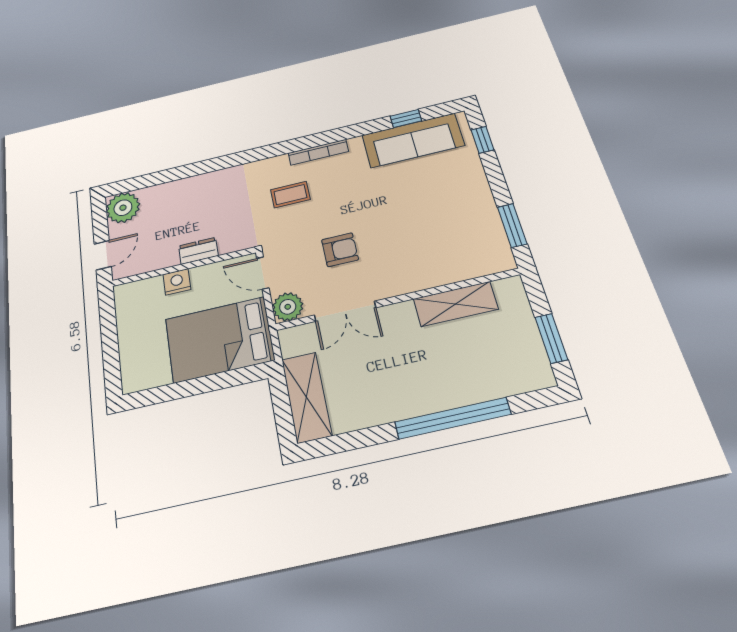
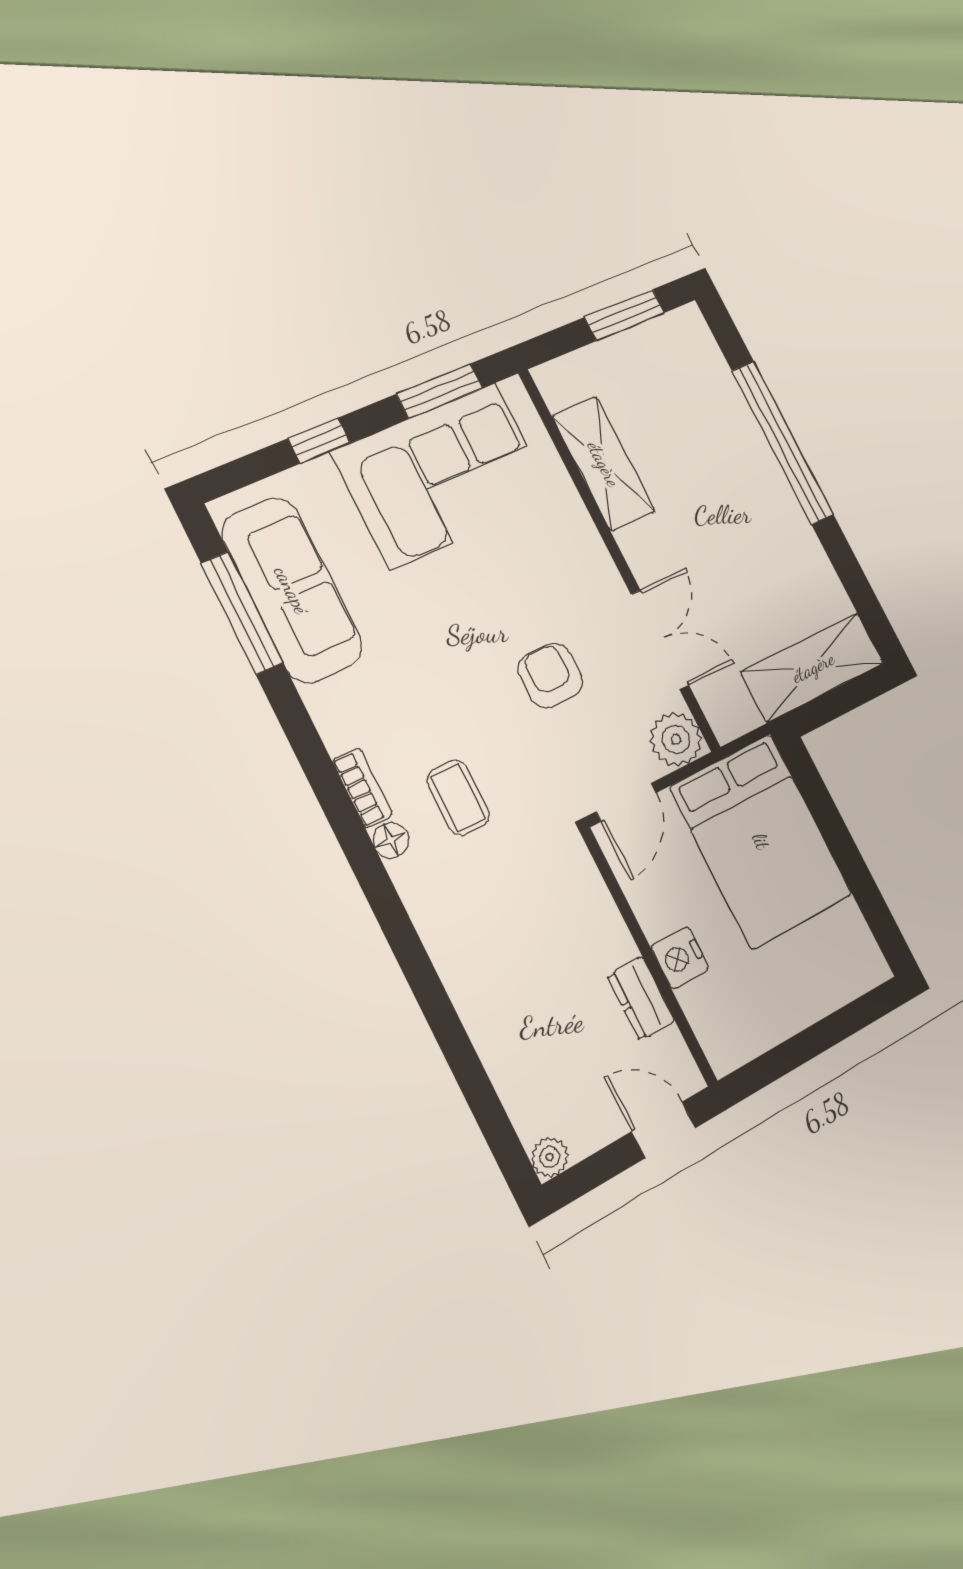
window: (406, 118) -> (242, 613), width x2.17
window: (483, 140) -> (319, 441), moved
bookcase: (318, 152) -> (362, 788), width x0.64
floor lamp: (280, 163) -> (391, 840), added
plant: (123, 208) -> (550, 1157), width x0.53, depth x0.53
corner sofa: (462, 218) -> (443, 475), added
dresser: (198, 251) -> (641, 998), moved

